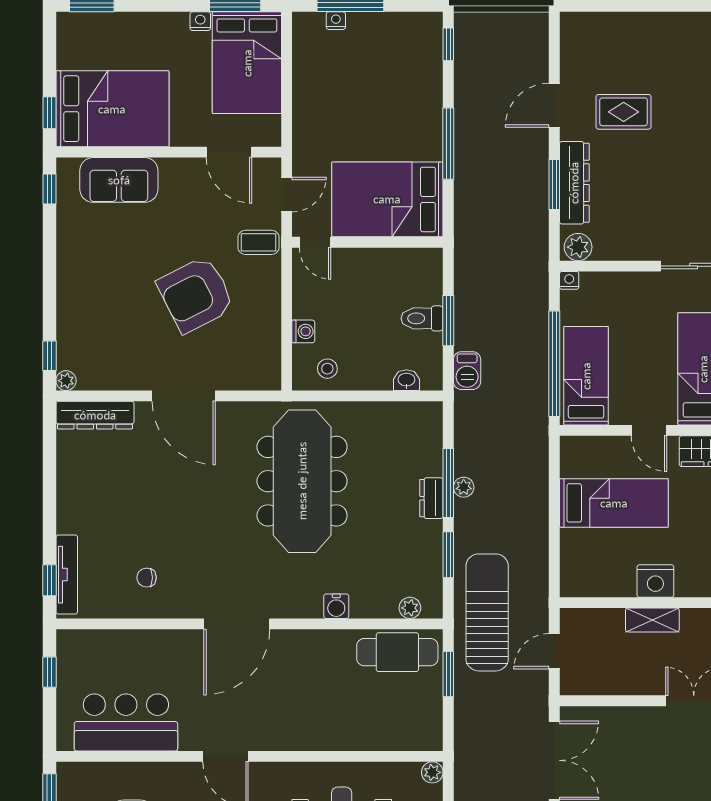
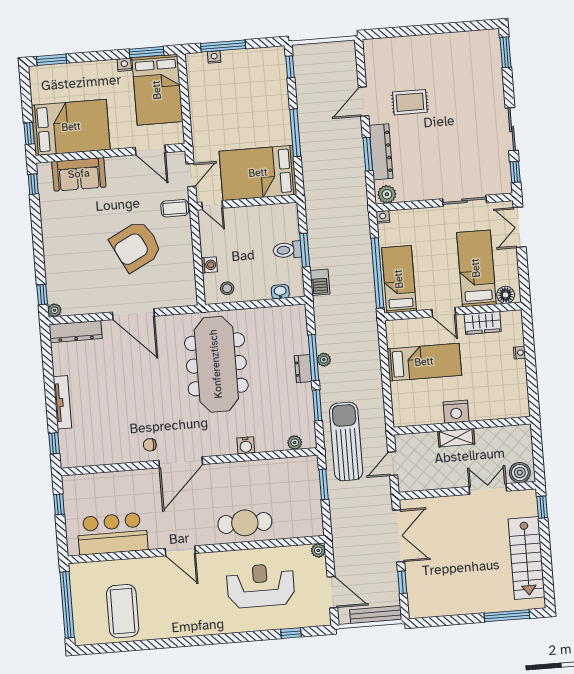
tv unit: (67, 575) -> (62, 402), moved
chair: (147, 578) -> (150, 445), moved
cafe table: (397, 652) -> (245, 523), moved

